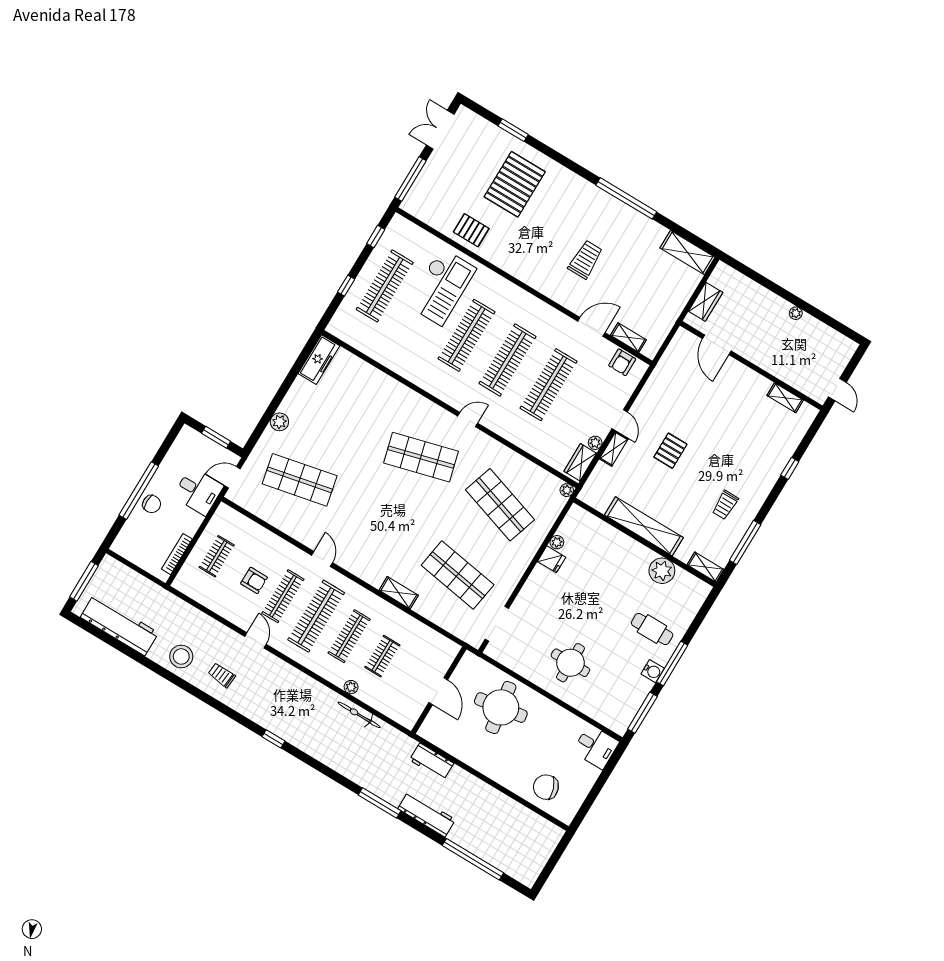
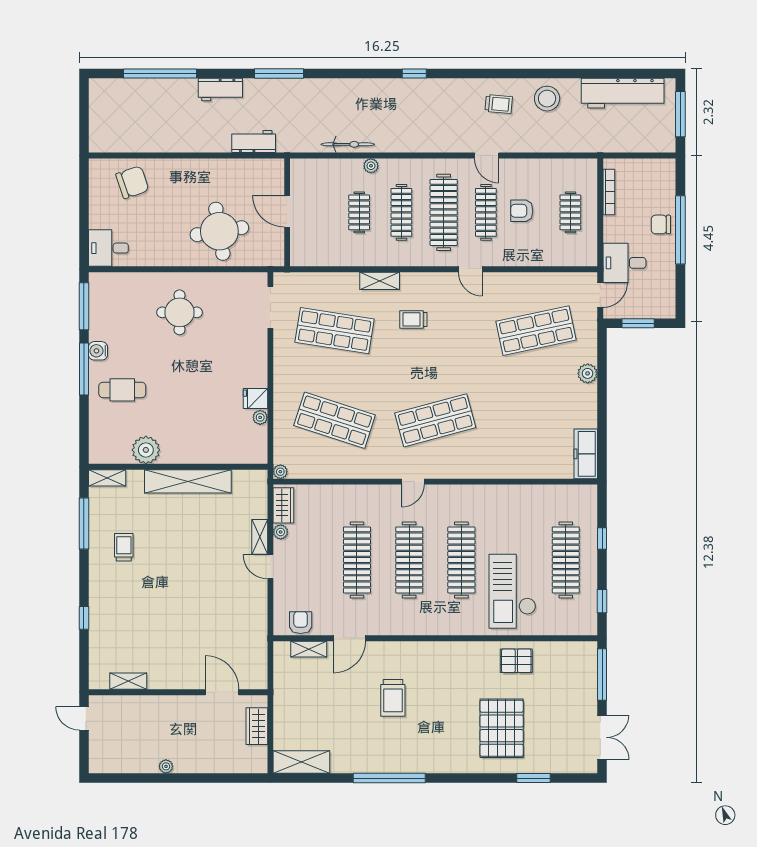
pallet: (670, 451) -> (206, 567), removed
trolley: (390, 547) -> (413, 319), added
workbench: (427, 814) -> (220, 90), width x0.73

